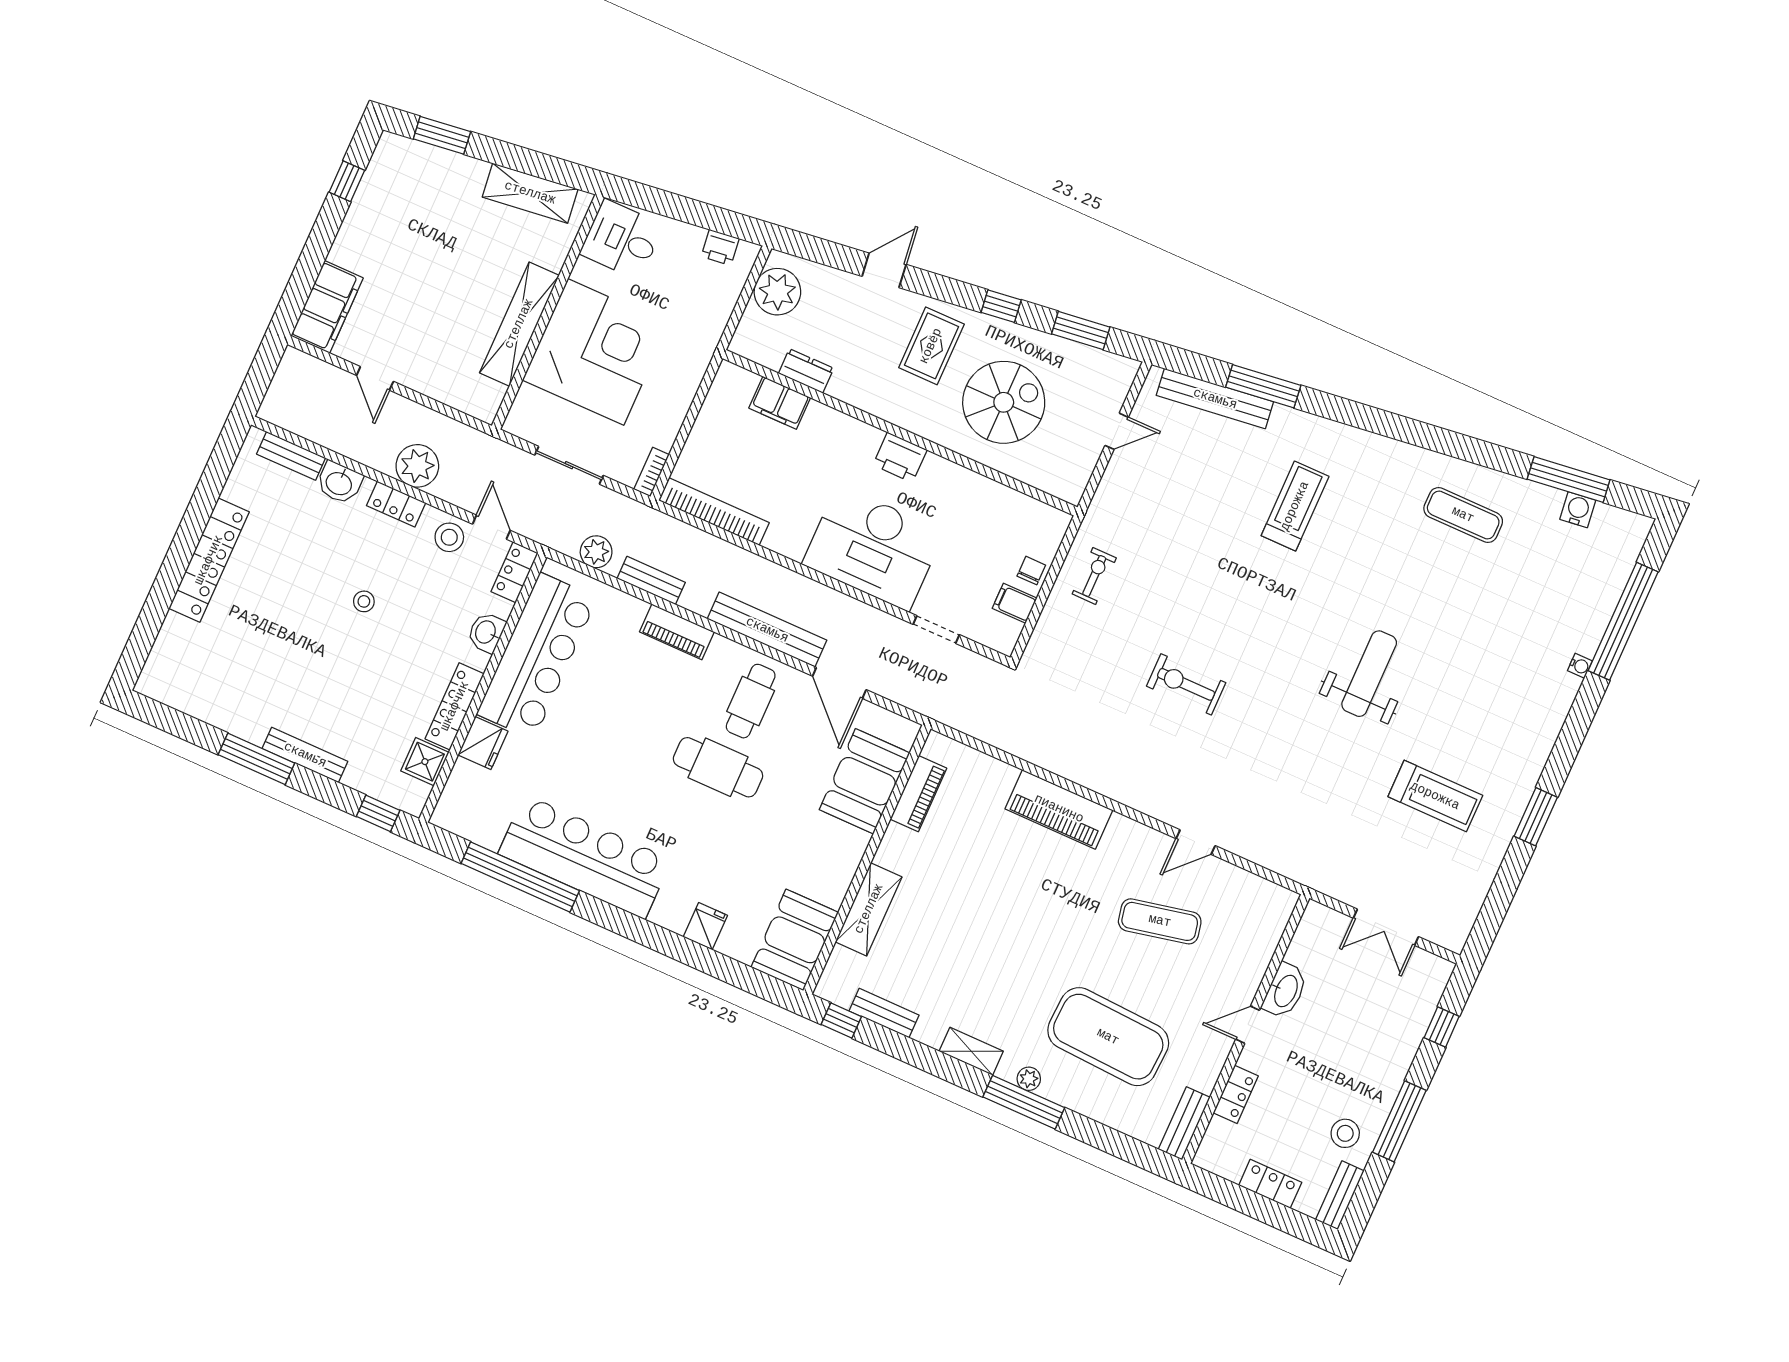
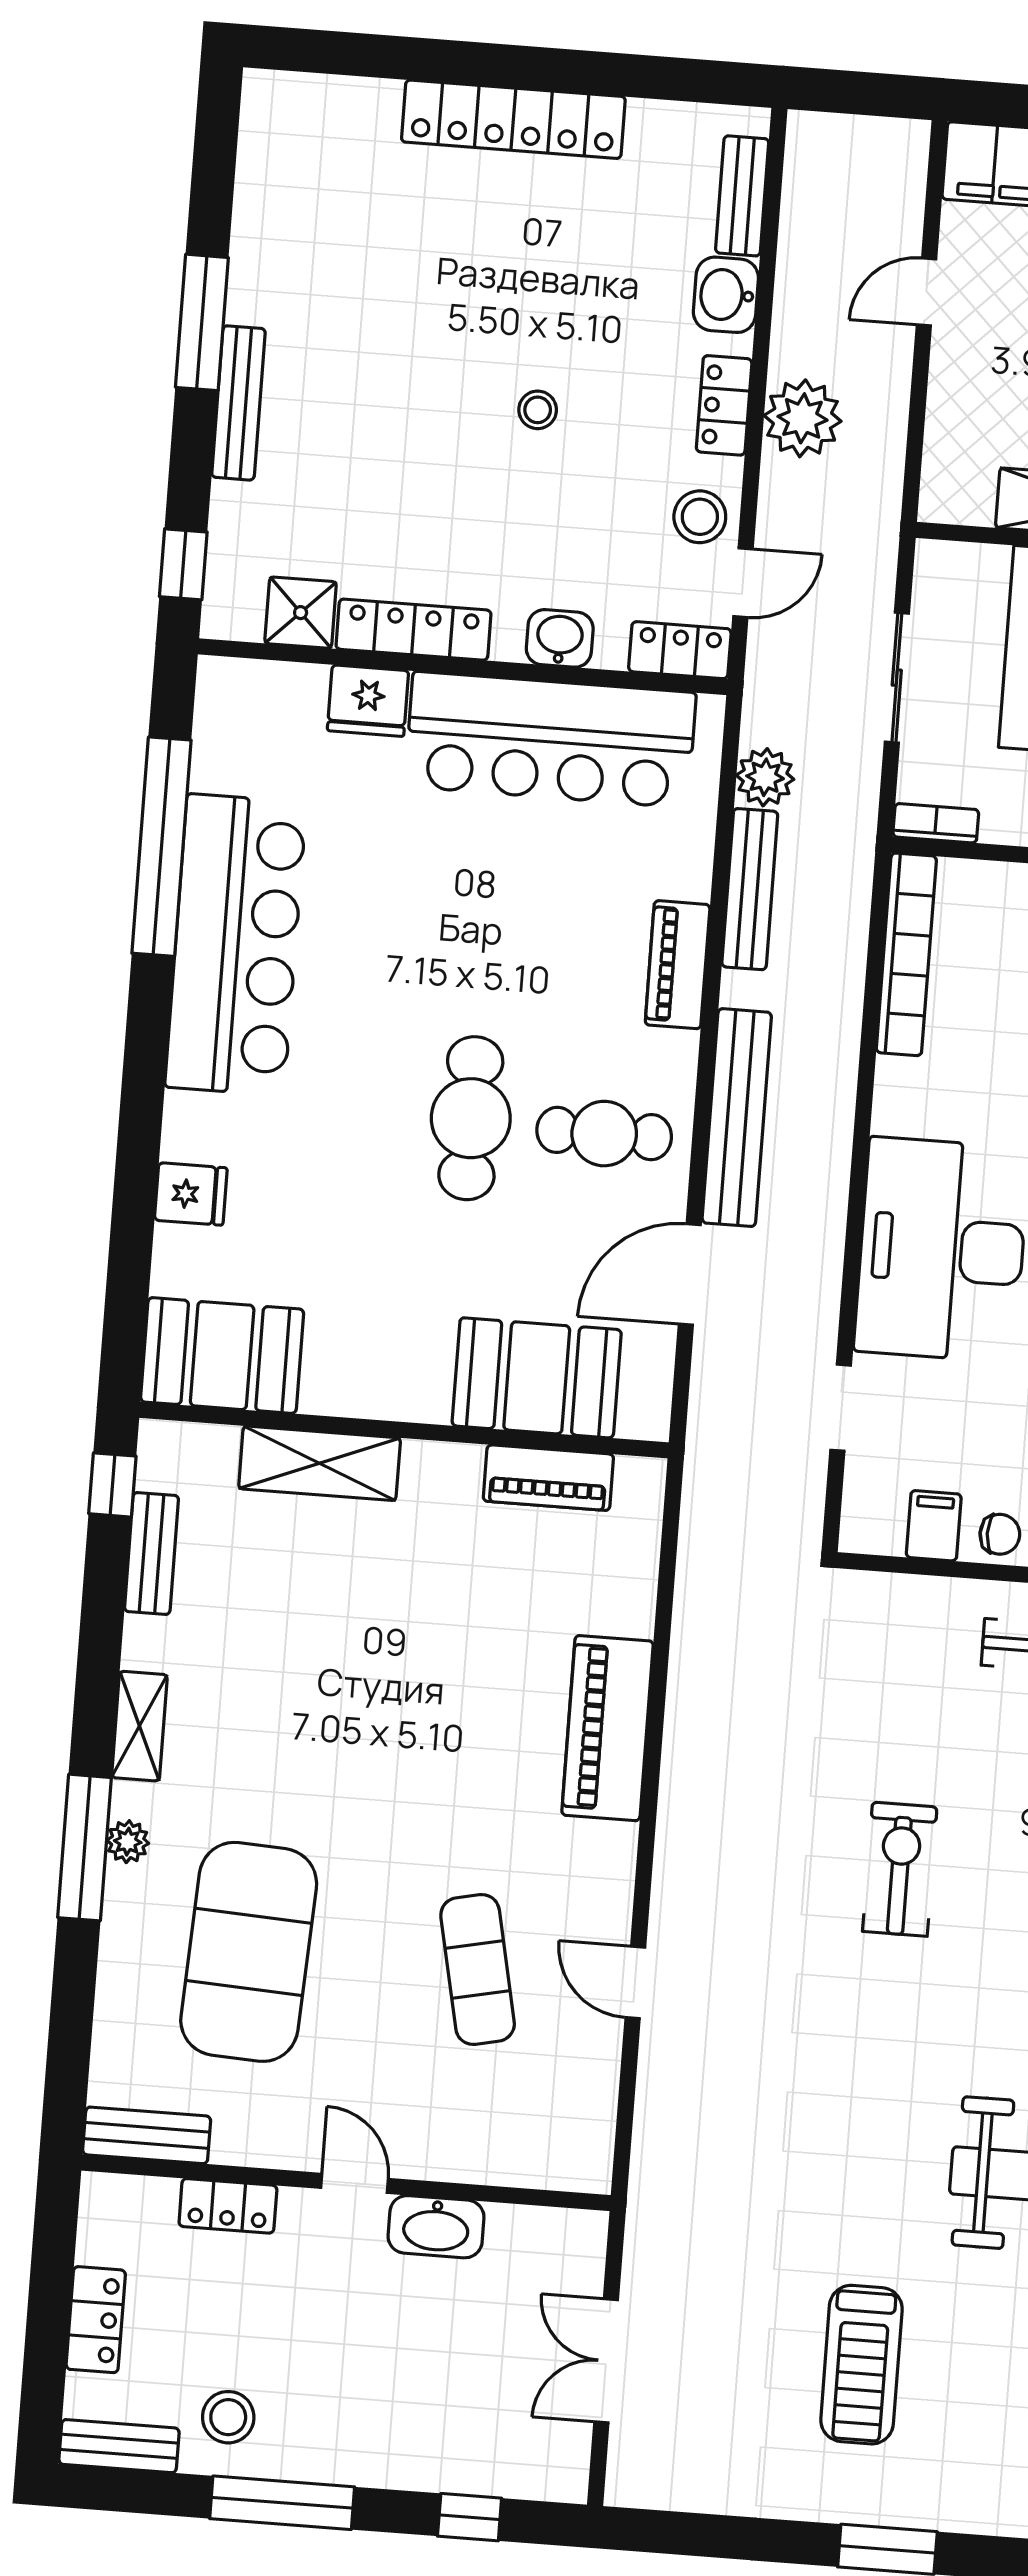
bench: (651, 580) -> (750, 889), width x1.36

